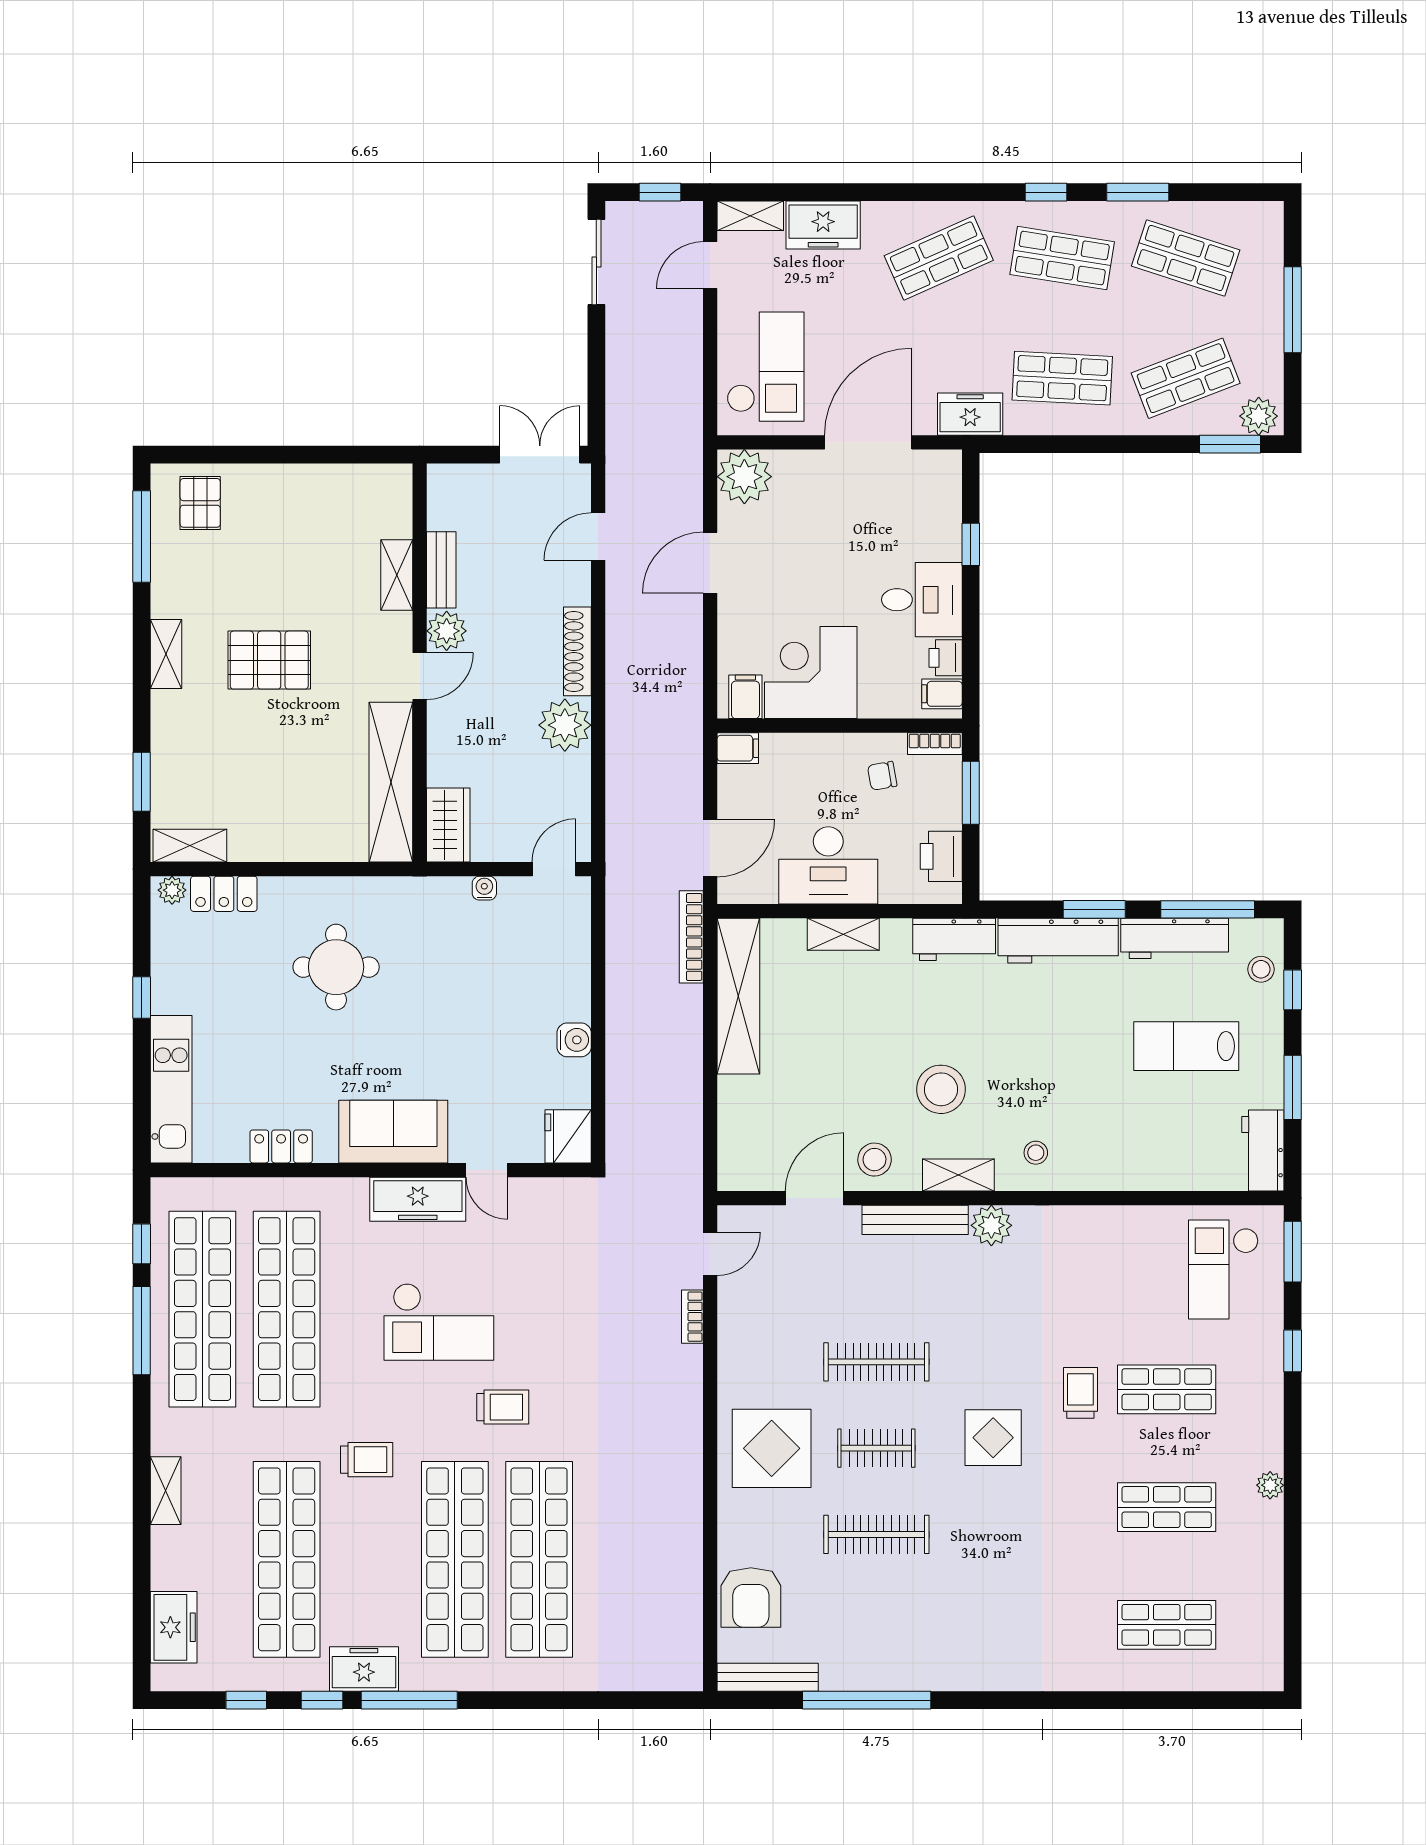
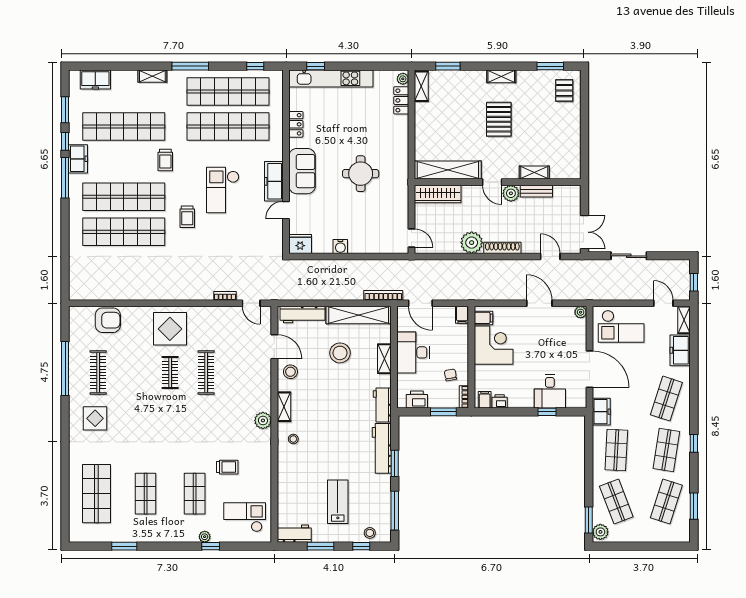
window: (1138, 192) -> (694, 506), moved
shop shelf: (939, 258) -> (666, 399), turned 42
sliding door: (596, 262) -> (629, 256), moved
window: (1293, 310) -> (645, 546), removed
plant: (744, 477) -> (581, 312), width x0.53, depth x0.53
pallet: (200, 503) -> (564, 91), turned 90
window: (142, 537) -> (550, 66), width x0.69
desk: (922, 600) -> (550, 391), moved
wardrobe: (448, 825) -> (438, 194), width x1.50
water cooler: (484, 888) -> (404, 209), removed
workbench: (1175, 938) -> (302, 315), moved, turned -90
round table: (336, 967) -> (361, 174), moved
window: (142, 998) -> (316, 66), moved
kitchen unit: (171, 1089) -> (331, 78), width x1.36
stool: (941, 1089) -> (340, 353), moved
bench: (915, 1220) -> (265, 389), removed
window: (1293, 1252) -> (124, 546), moved
window: (142, 1331) -> (190, 66), moved
trolley: (1080, 1393) -> (227, 467), moved
display table: (993, 1438) -> (95, 418), moved
plant: (1270, 1485) -> (205, 537), moved
clothes rail: (876, 1534) -> (98, 372), moved
armchair: (751, 1597) -> (108, 320), turned 180
shop shelf: (1167, 1625) -> (96, 494), width x1.43, depth x1.36
bench: (768, 1677) -> (75, 327), removed
window: (246, 1700) -> (65, 110), width x1.50

